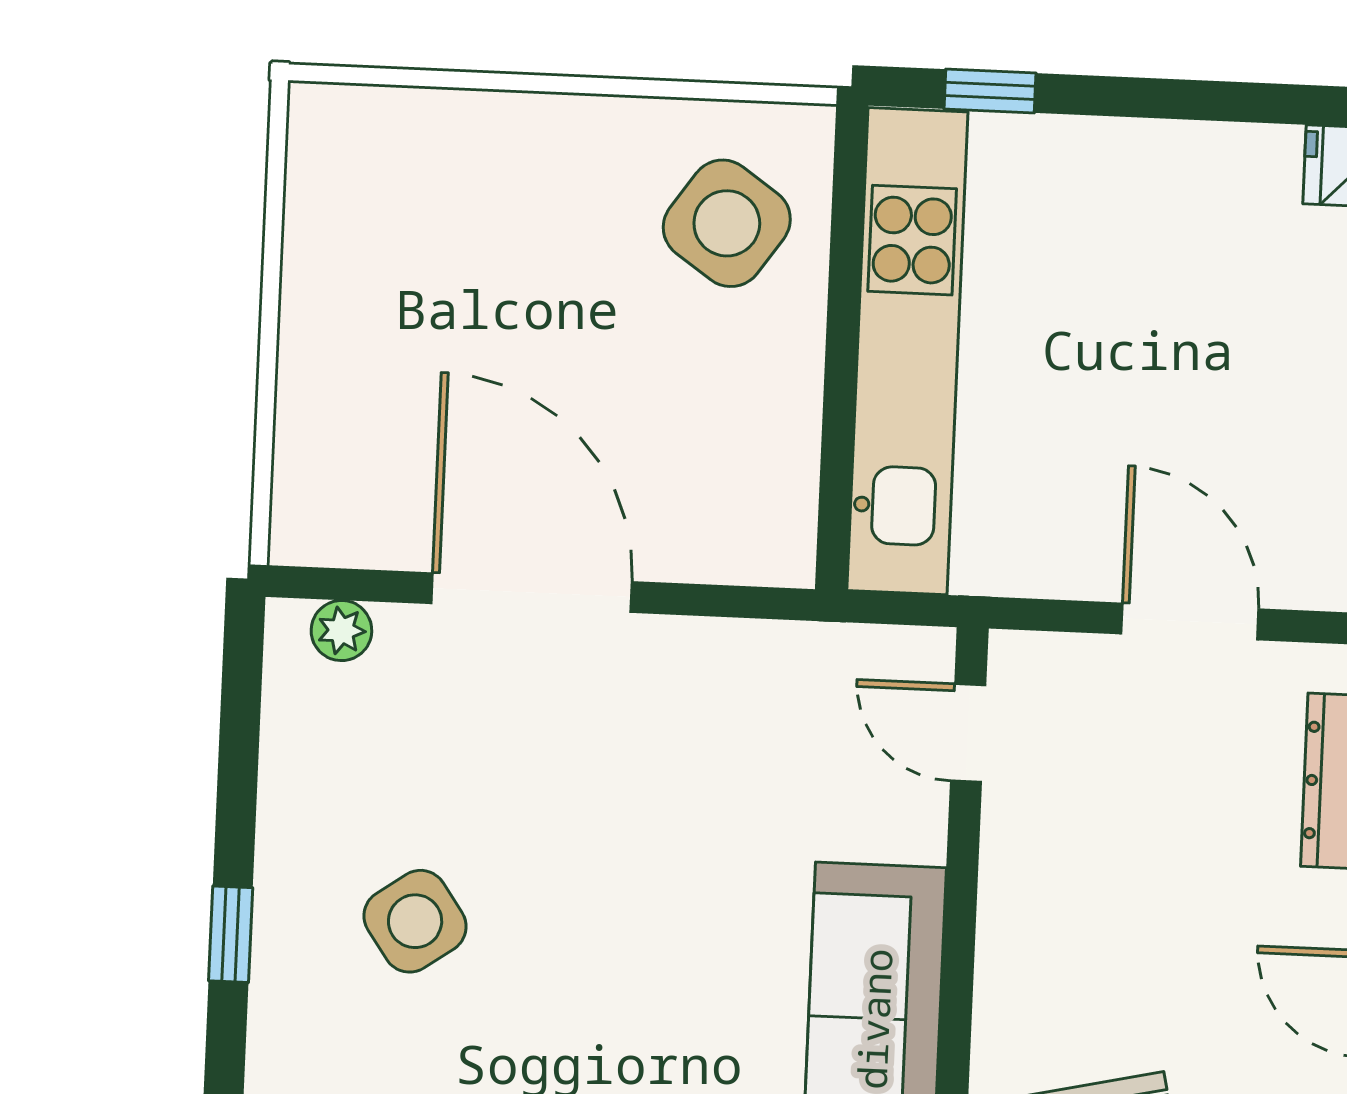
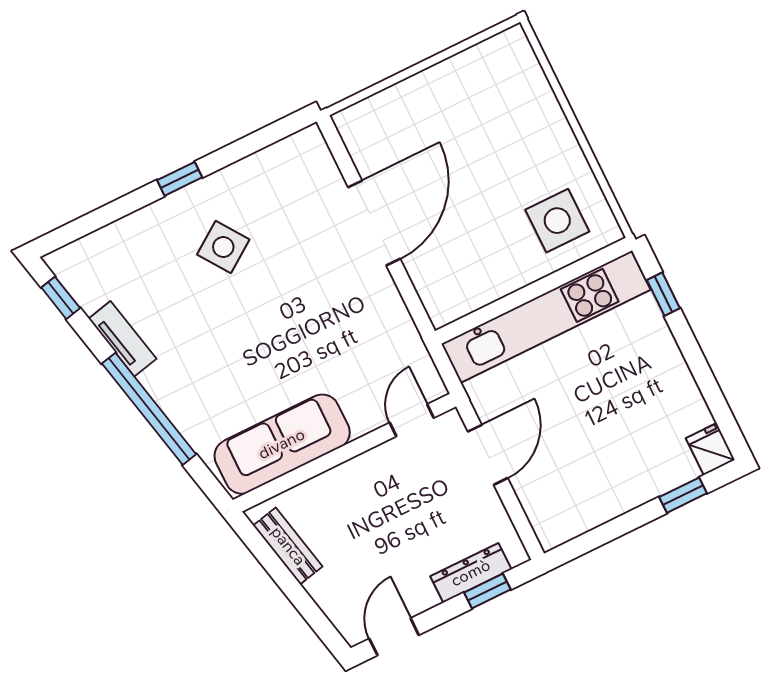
side table: (727, 223) -> (557, 221), turned -35
door: (1190, 621) -> (488, 455), moved
plant: (341, 631) -> (320, 158), removed

